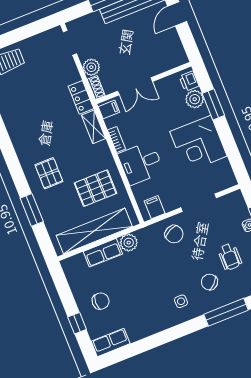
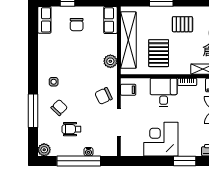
plant: (195, 99) -> (194, 149), removed
row of seats: (103, 253) -> (110, 20), moved

